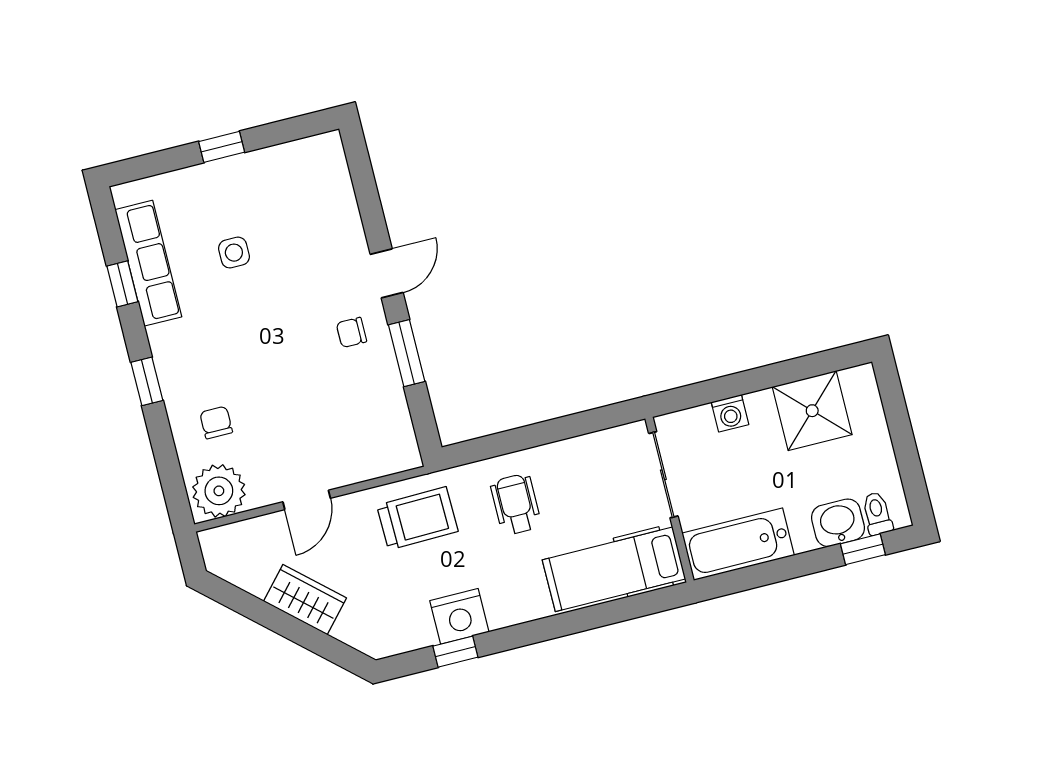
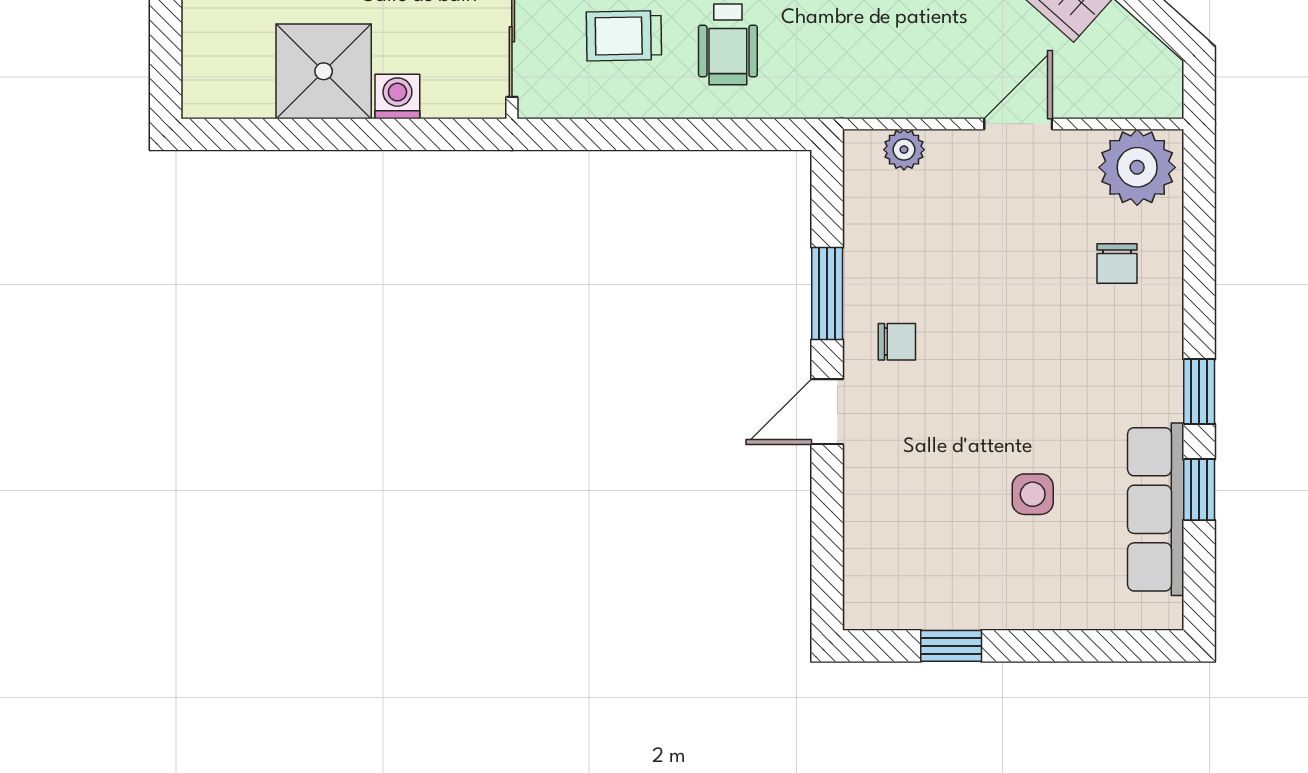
window: (222, 147) -> (951, 646), moved
window: (147, 381) -> (1199, 392), moved
shower: (812, 411) -> (324, 71), moved
plant: (379, 463) -> (904, 150), added
trolley: (417, 518) -> (624, 36), moved, width x0.73, depth x0.72

